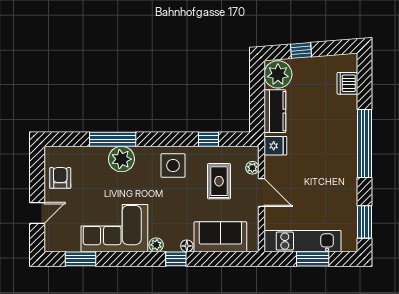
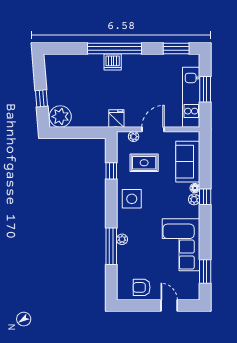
dishwasher: (347, 83) -> (113, 62), moved
kitchen counter: (275, 111) -> (89, 119), removed
plant: (121, 159) -> (122, 239), width x0.53, depth x0.53
plant: (156, 245) -> (194, 199), moved

